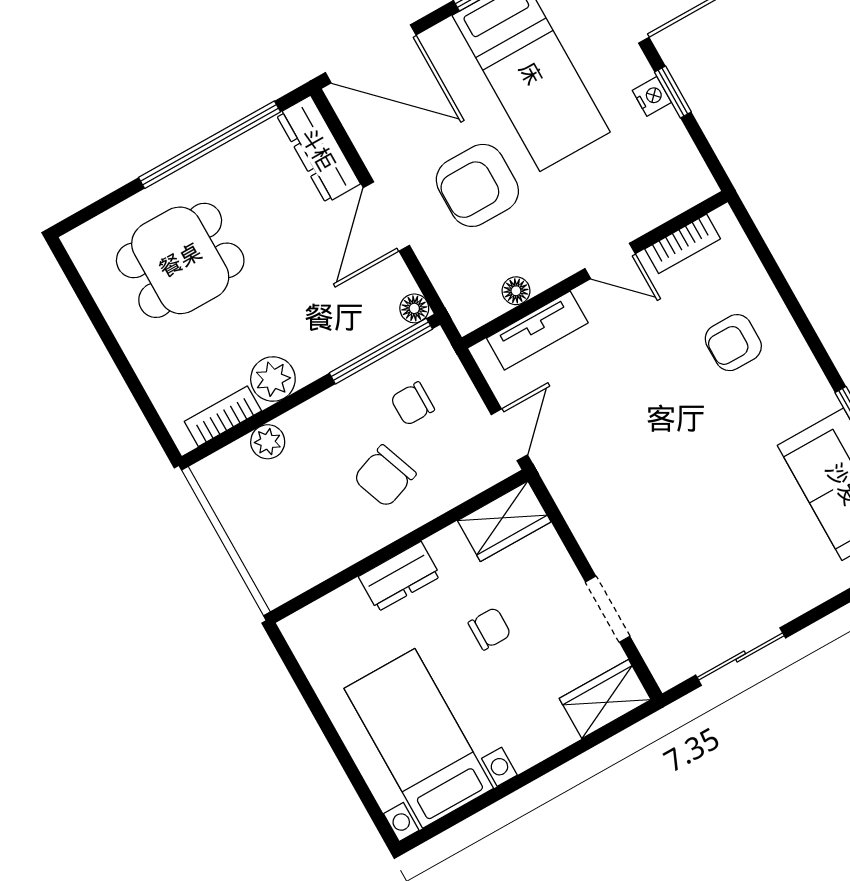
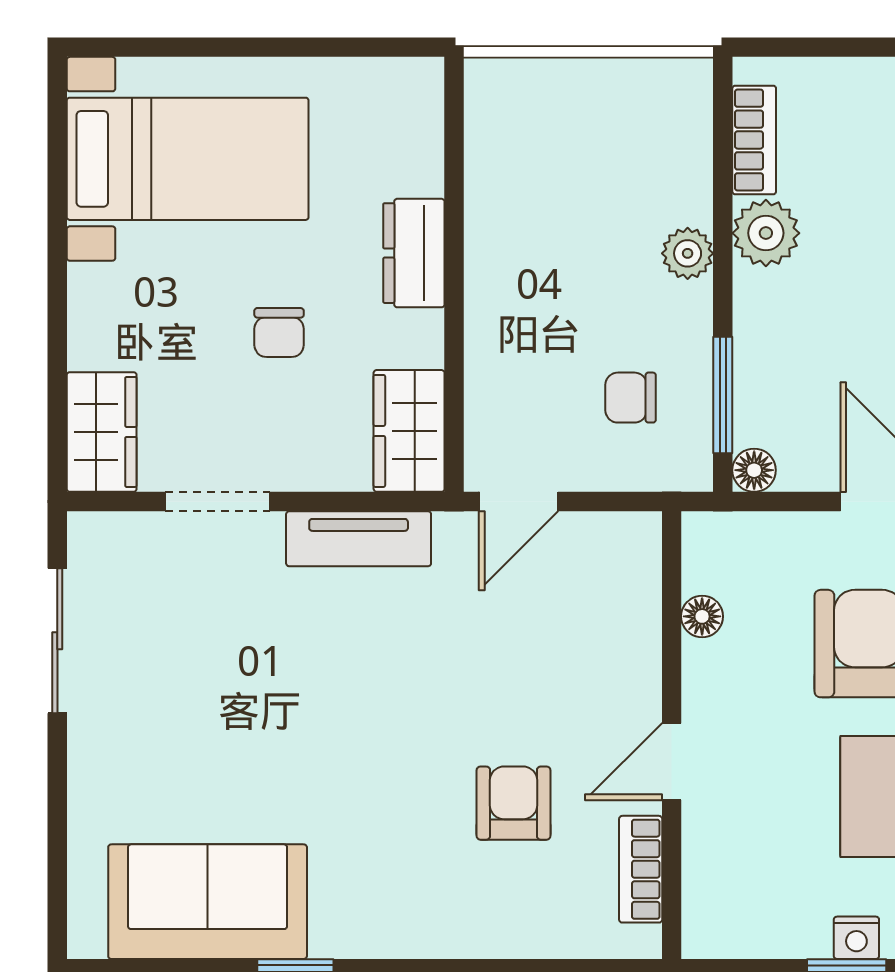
tv unit: (537, 330) -> (359, 539), moved, turned -90
armchair: (733, 343) -> (514, 803), moved
window: (381, 351) -> (723, 395), width x0.69
chair: (412, 404) -> (631, 398), turned -90
door: (509, 435) -> (518, 502), hinge flipped
plant: (268, 442) -> (688, 253), moved
chair: (385, 476) -> (556, 308), removed

